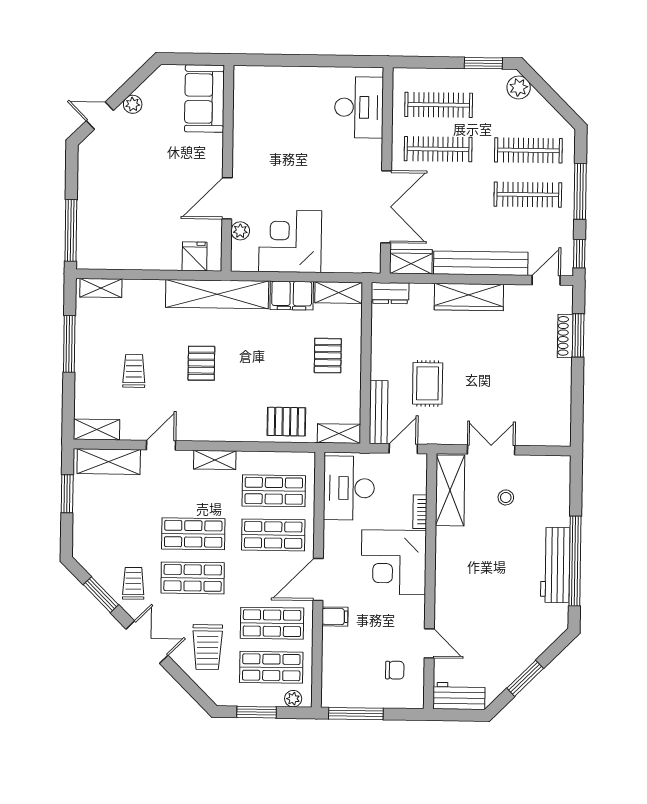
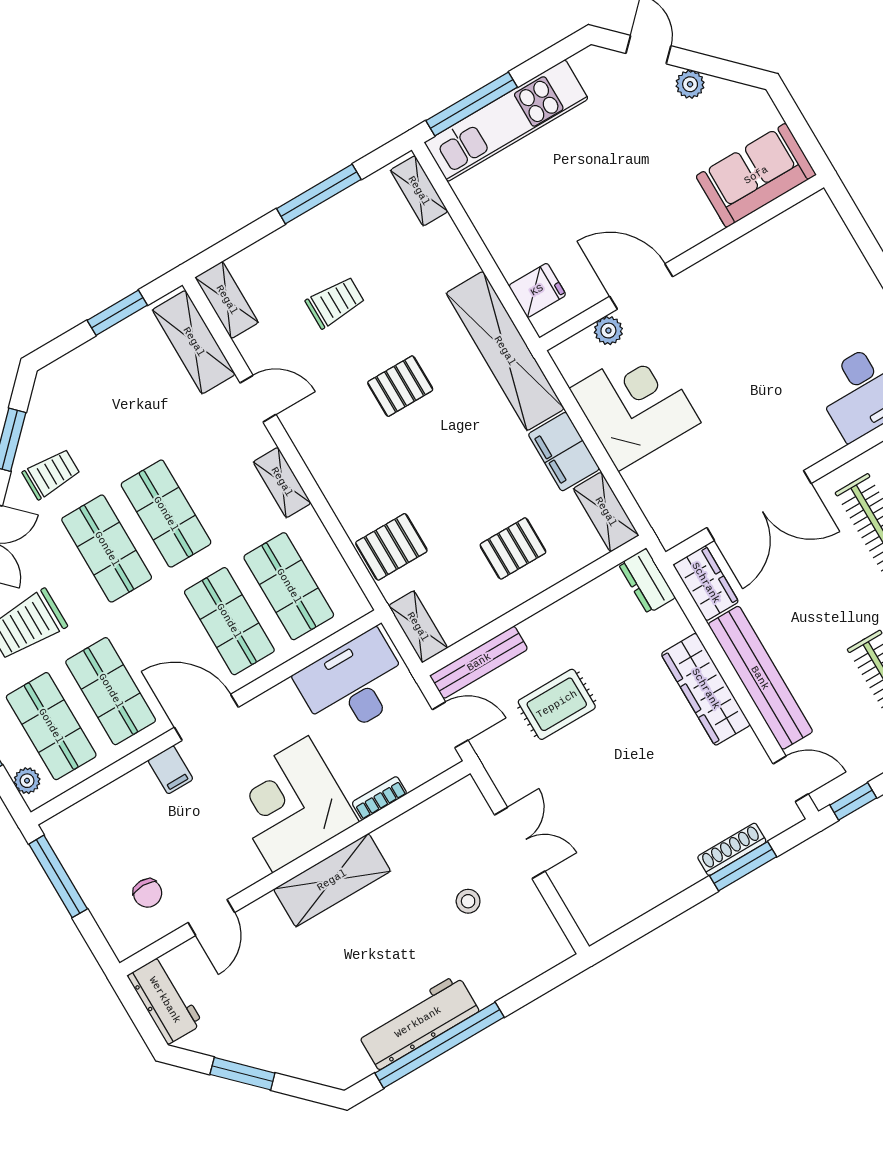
kitchen unit: (91, 217) -> (506, 121), added
pallet: (286, 422) -> (391, 547), turned 90
shelving: (450, 490) -> (332, 880), moved

